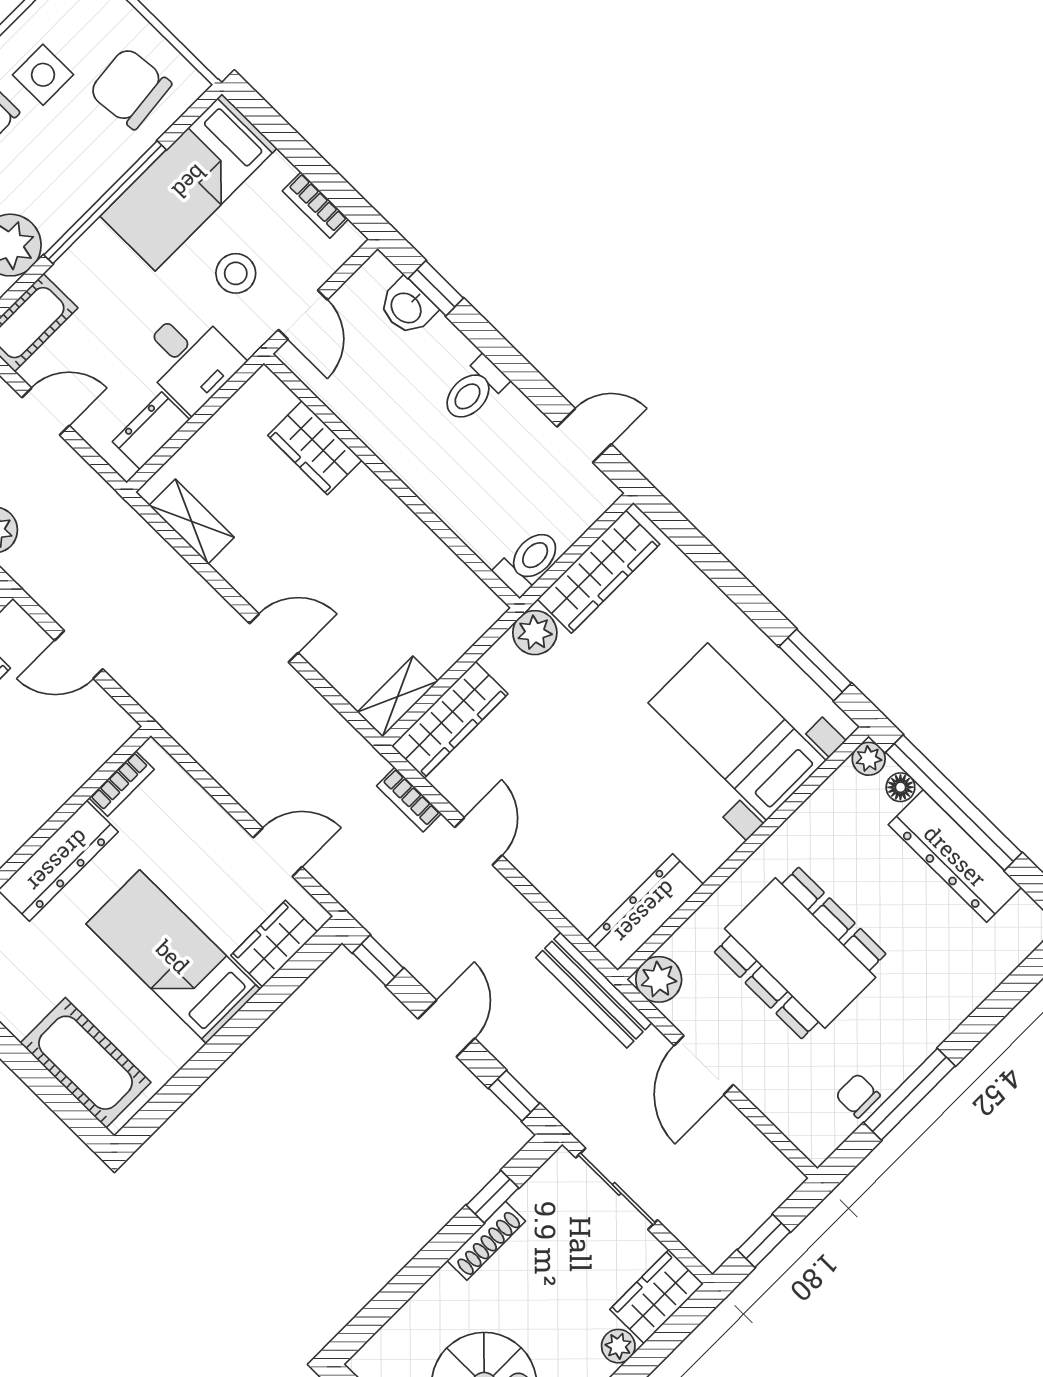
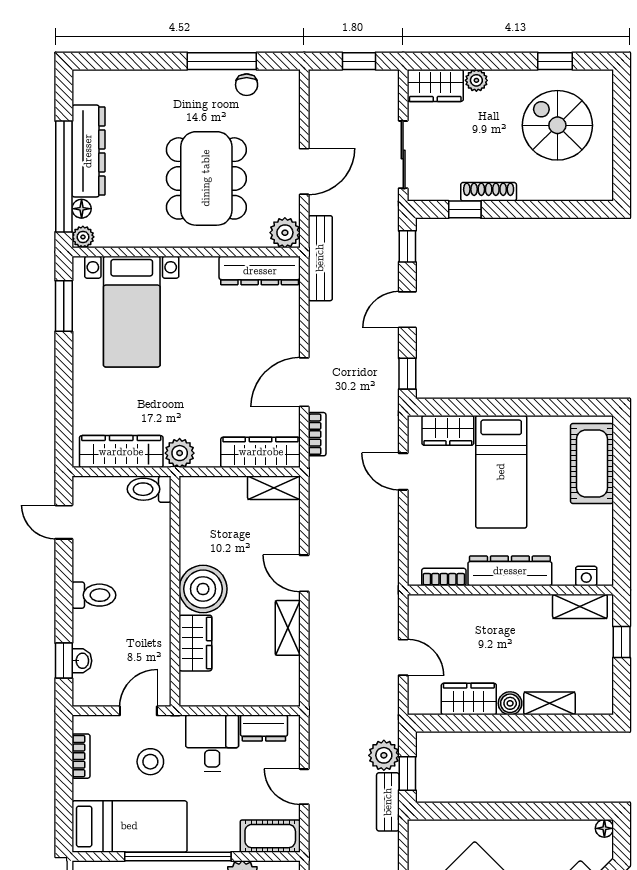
washbasin: (407, 307) -> (82, 661), width x0.72, depth x0.69
boiler: (365, 513) -> (203, 589), added
shelving: (192, 521) -> (288, 628), moved
door: (478, 841) -> (304, 382), width x1.38

